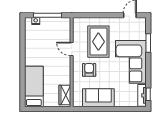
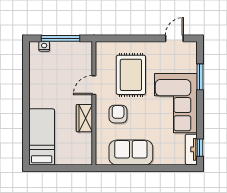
door: (72, 49) -> (94, 85), hinge flipped
wardrobe: (65, 95) -> (84, 118), moved

